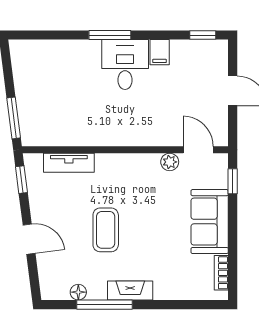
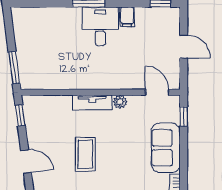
plant: (170, 162) -> (120, 102), moved
tv unit: (69, 163) -> (92, 102), moved

